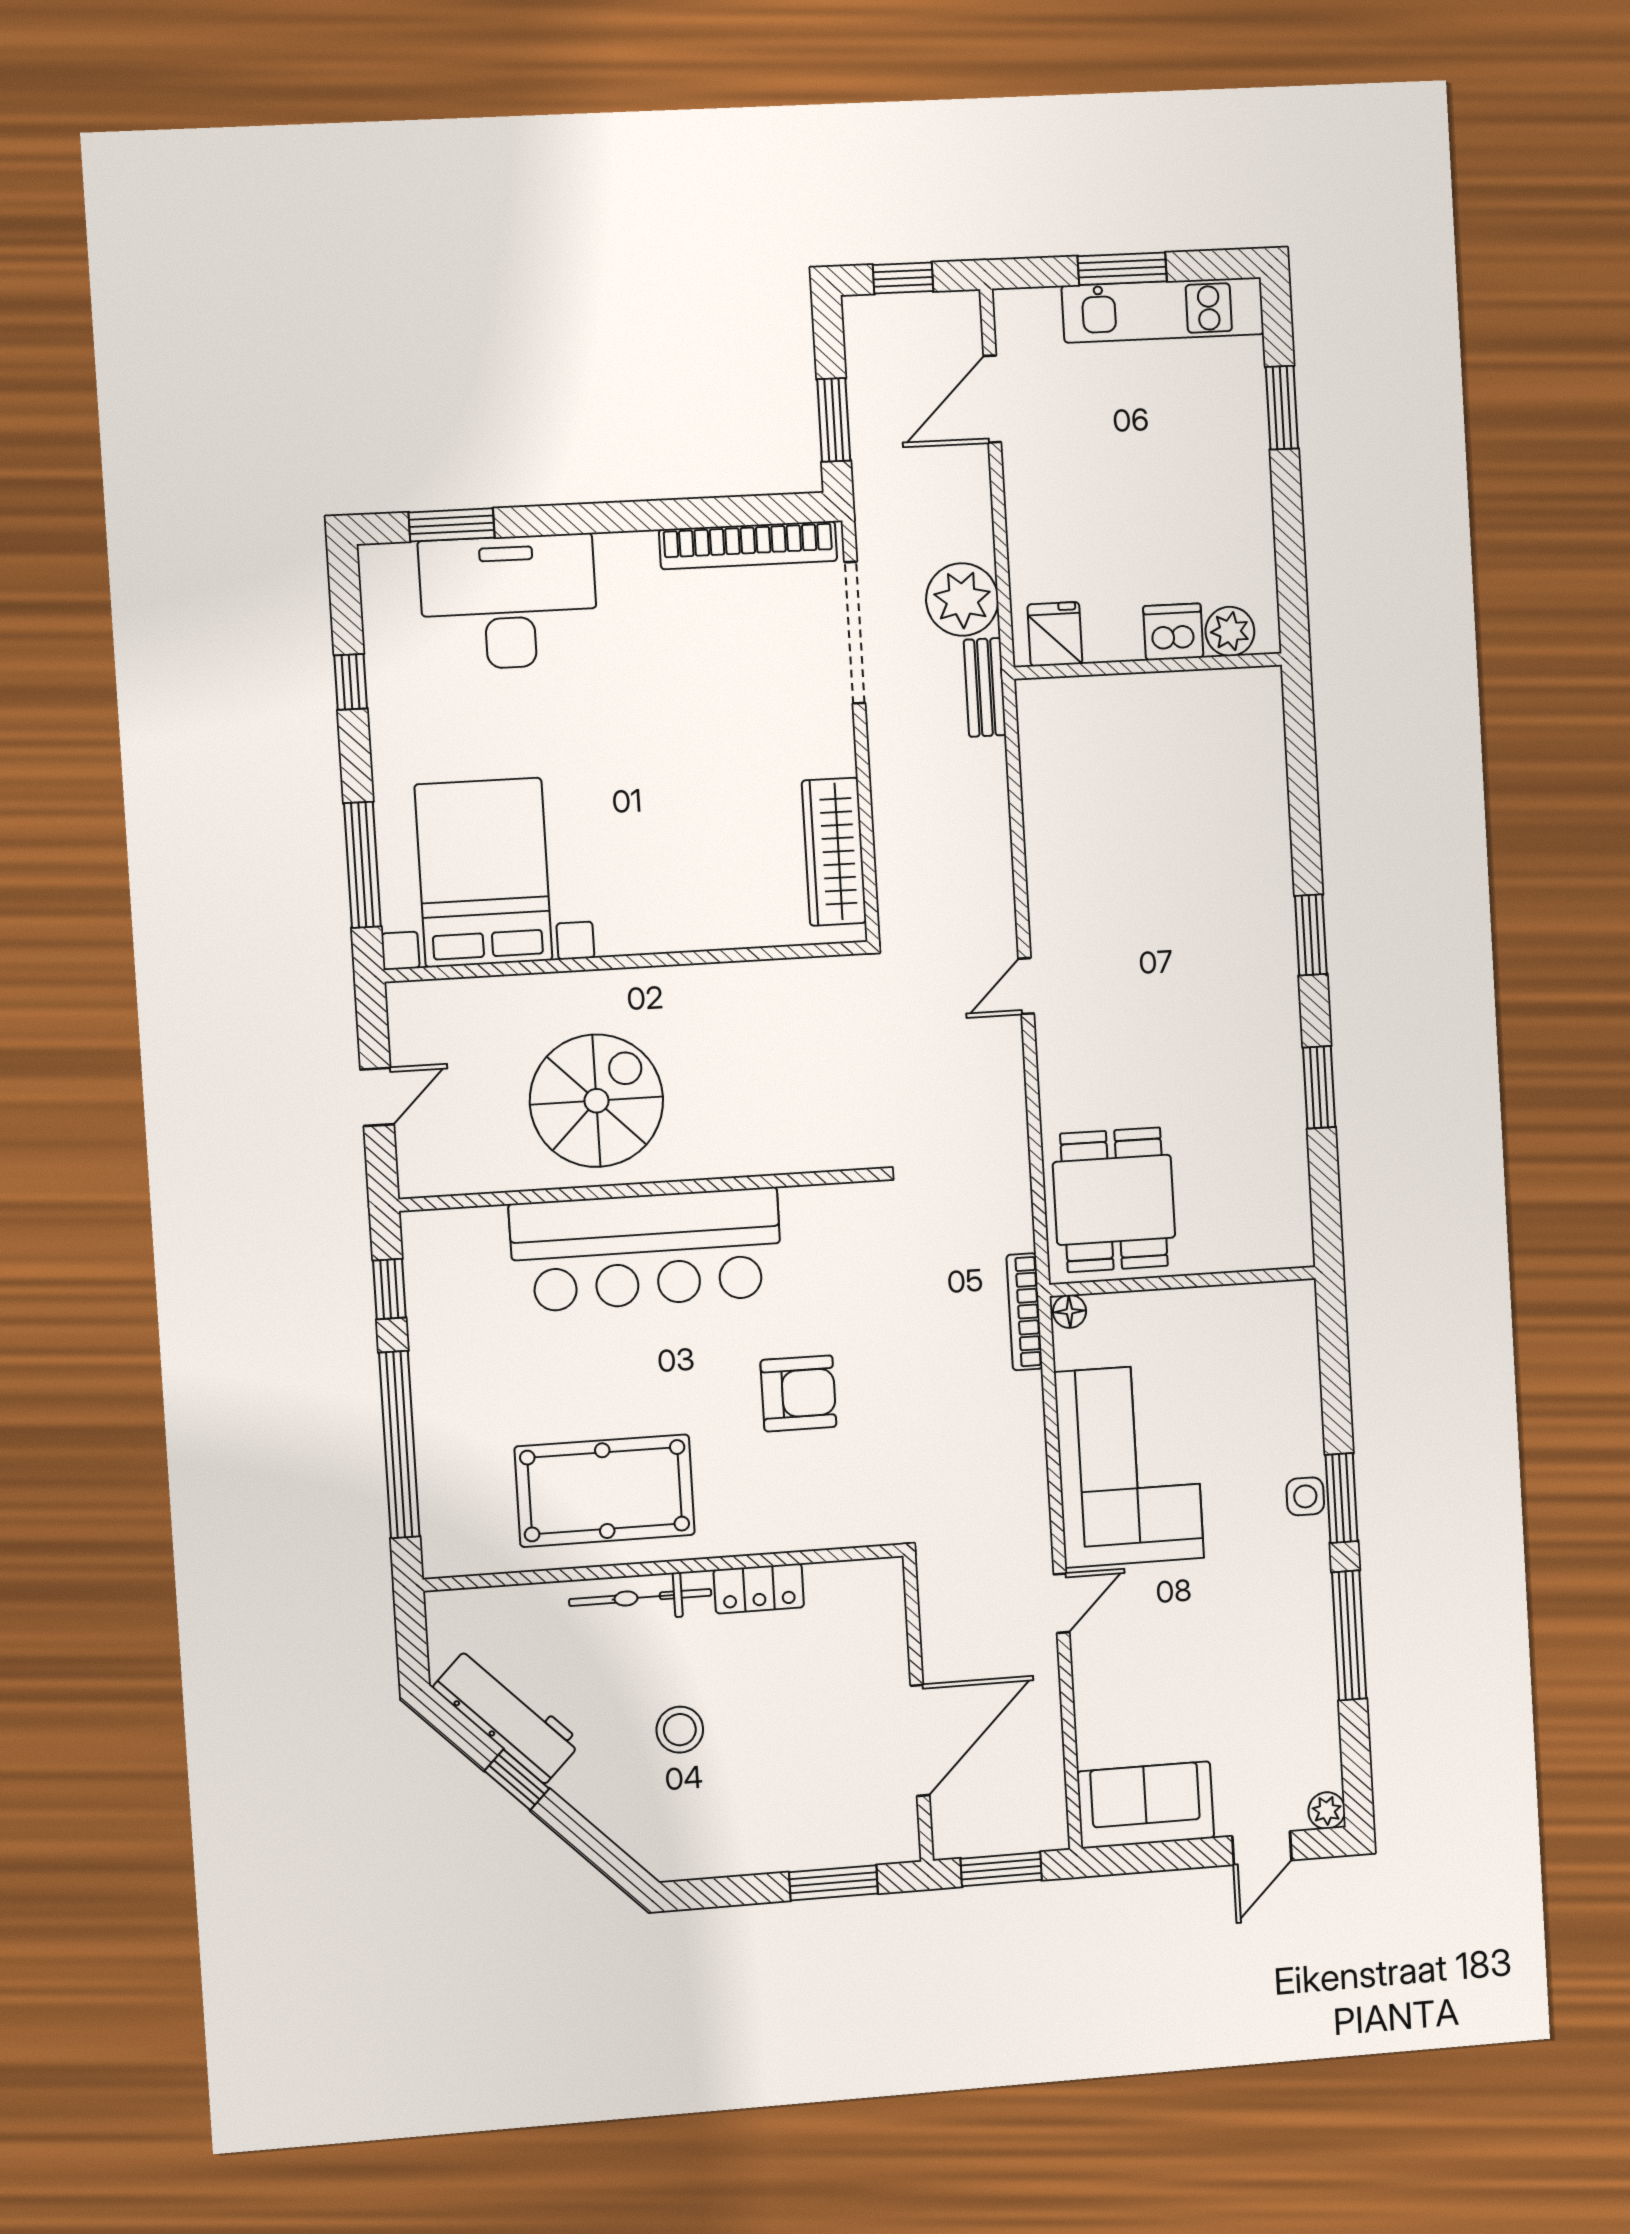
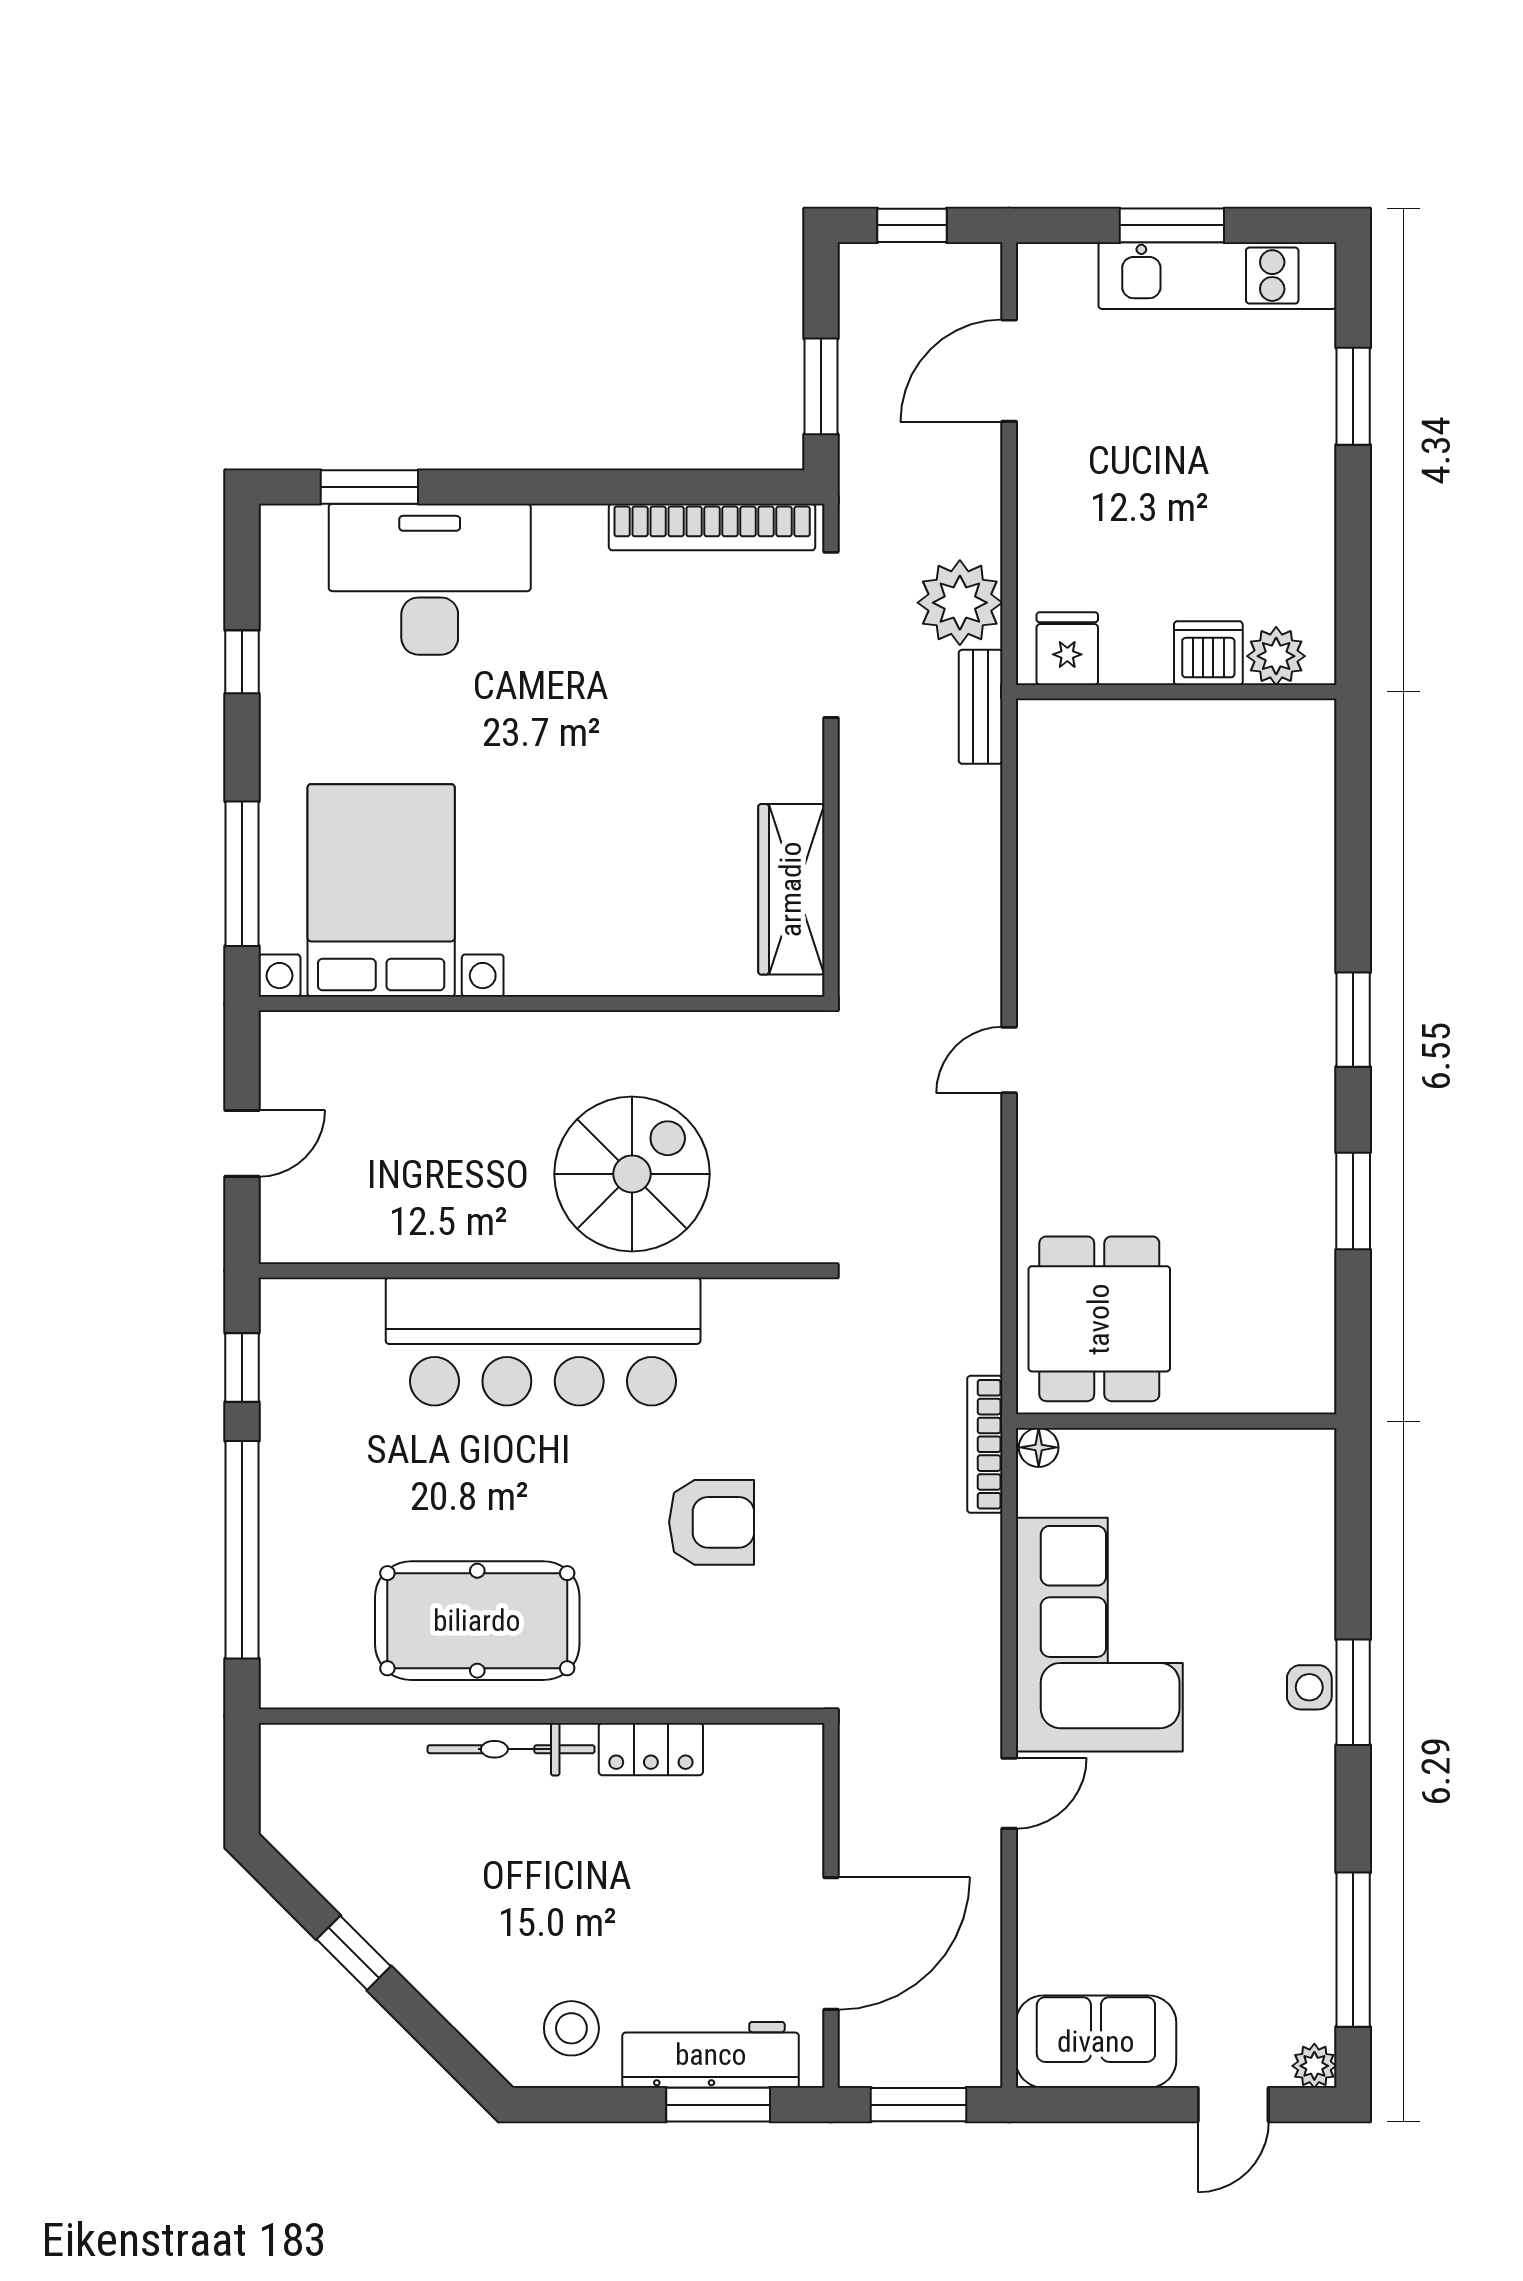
spiral stairs: (597, 1101) -> (632, 1174), moved
window: (1349, 1635) -> (1353, 1950), moved
workbench: (507, 1715) -> (711, 2055), moved, turned -45
stool: (680, 1730) -> (571, 2028), moved

